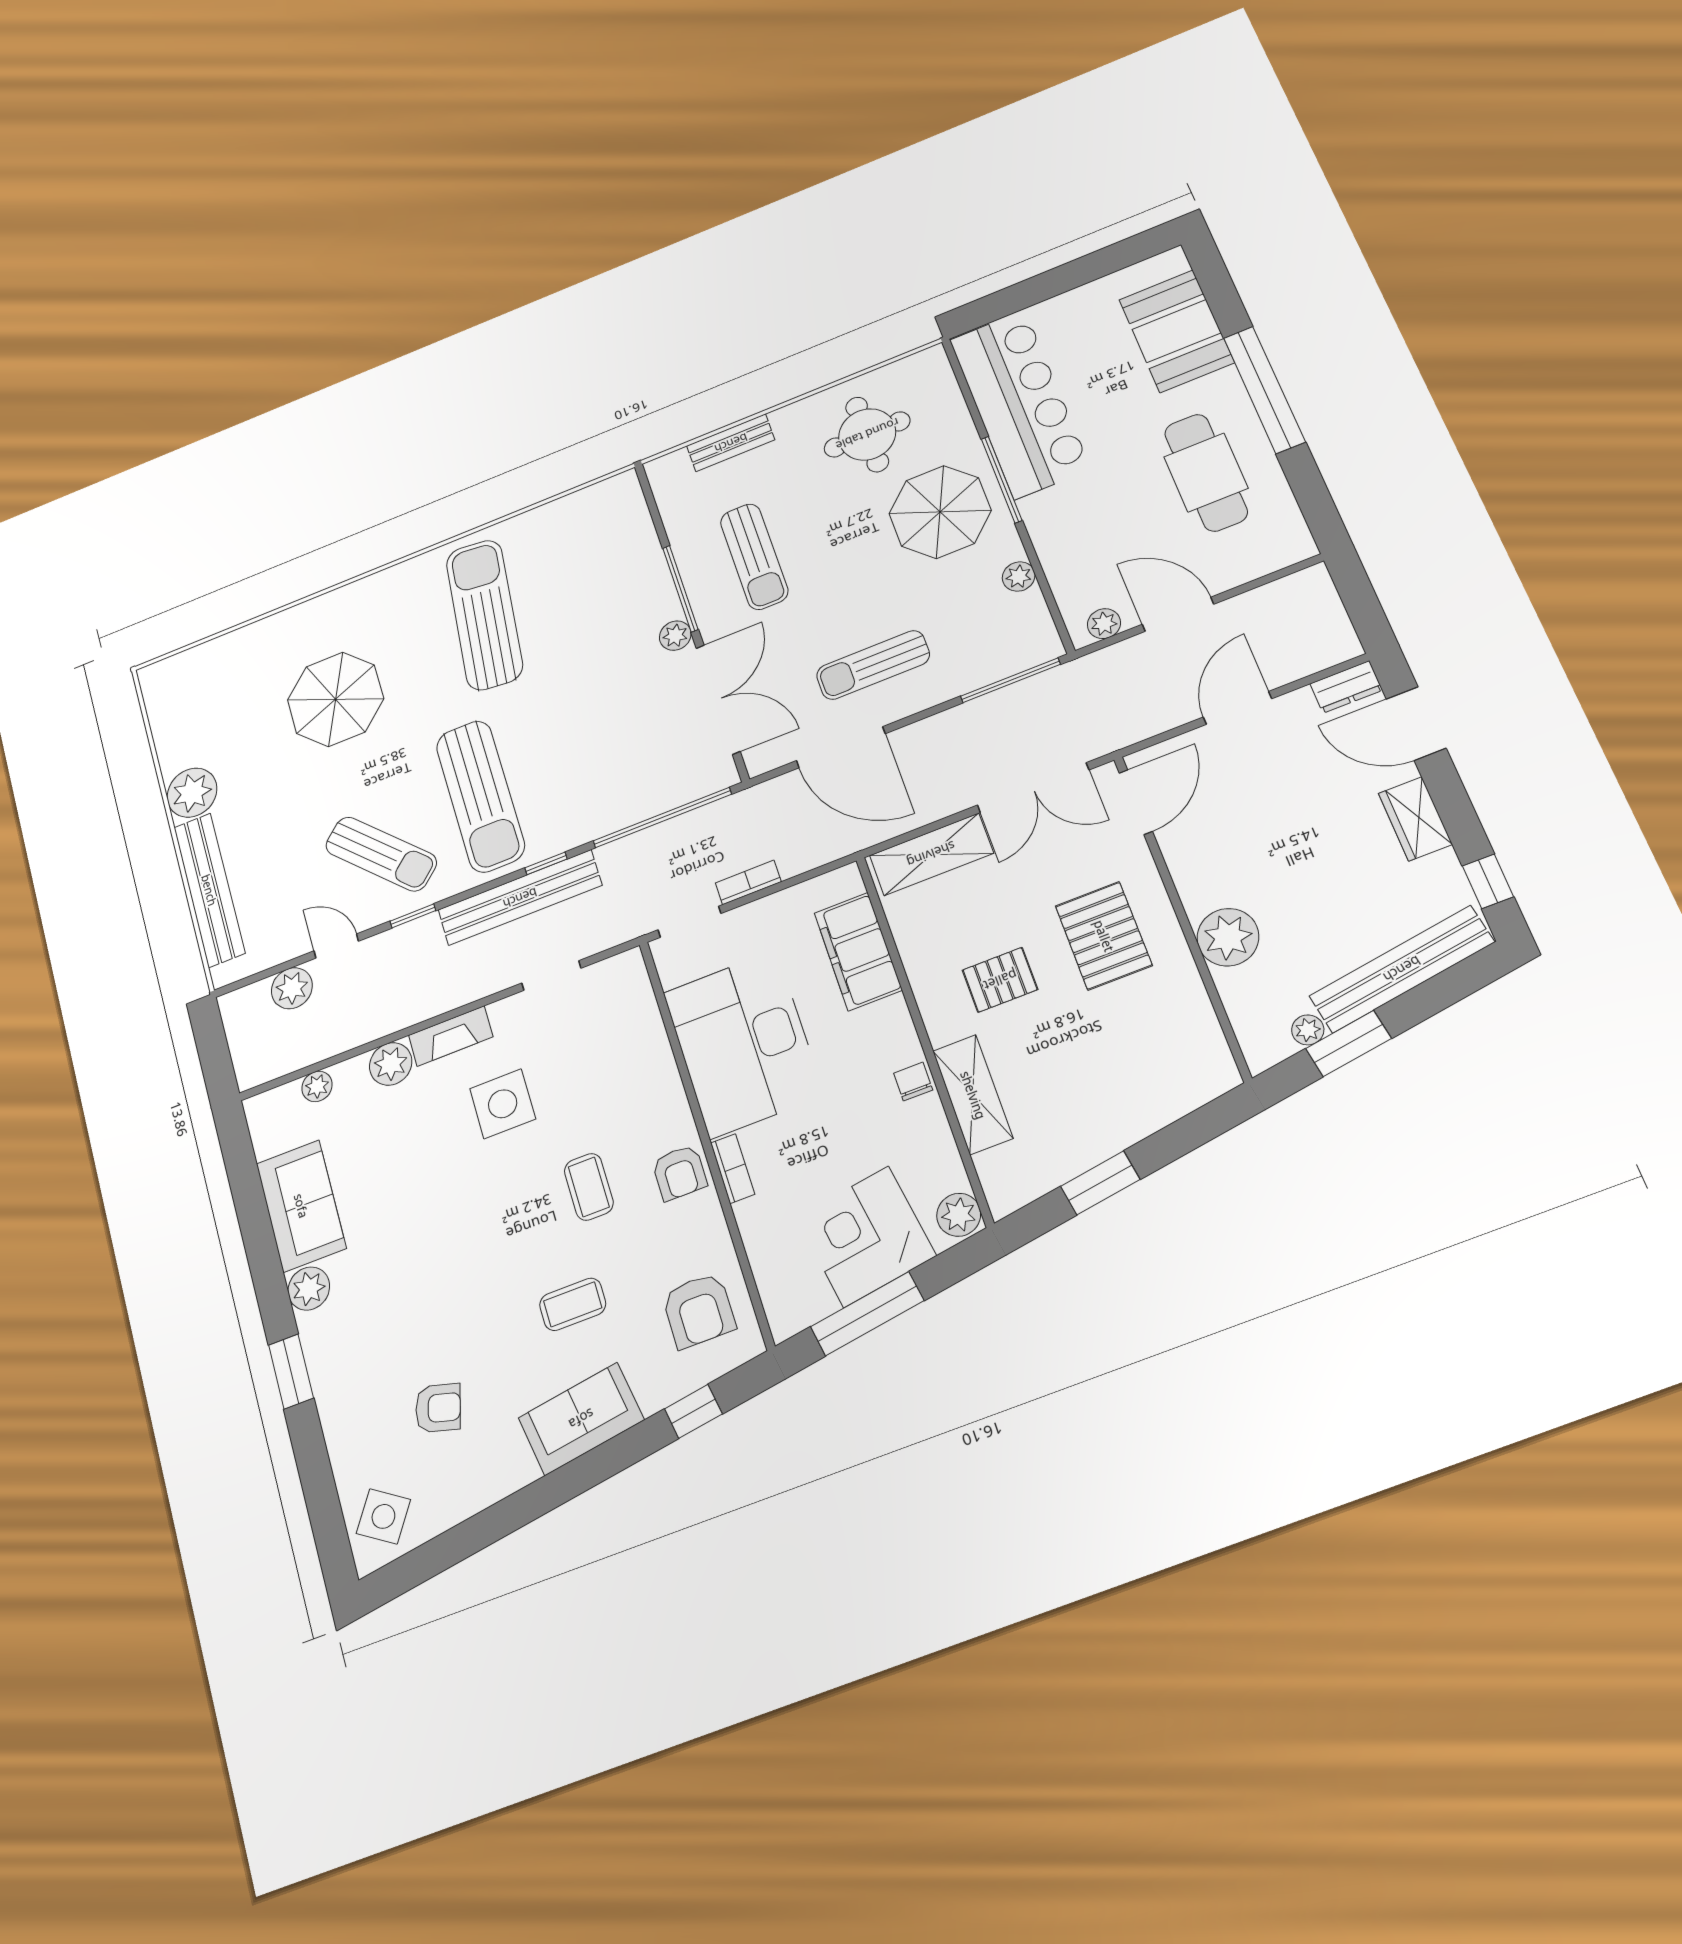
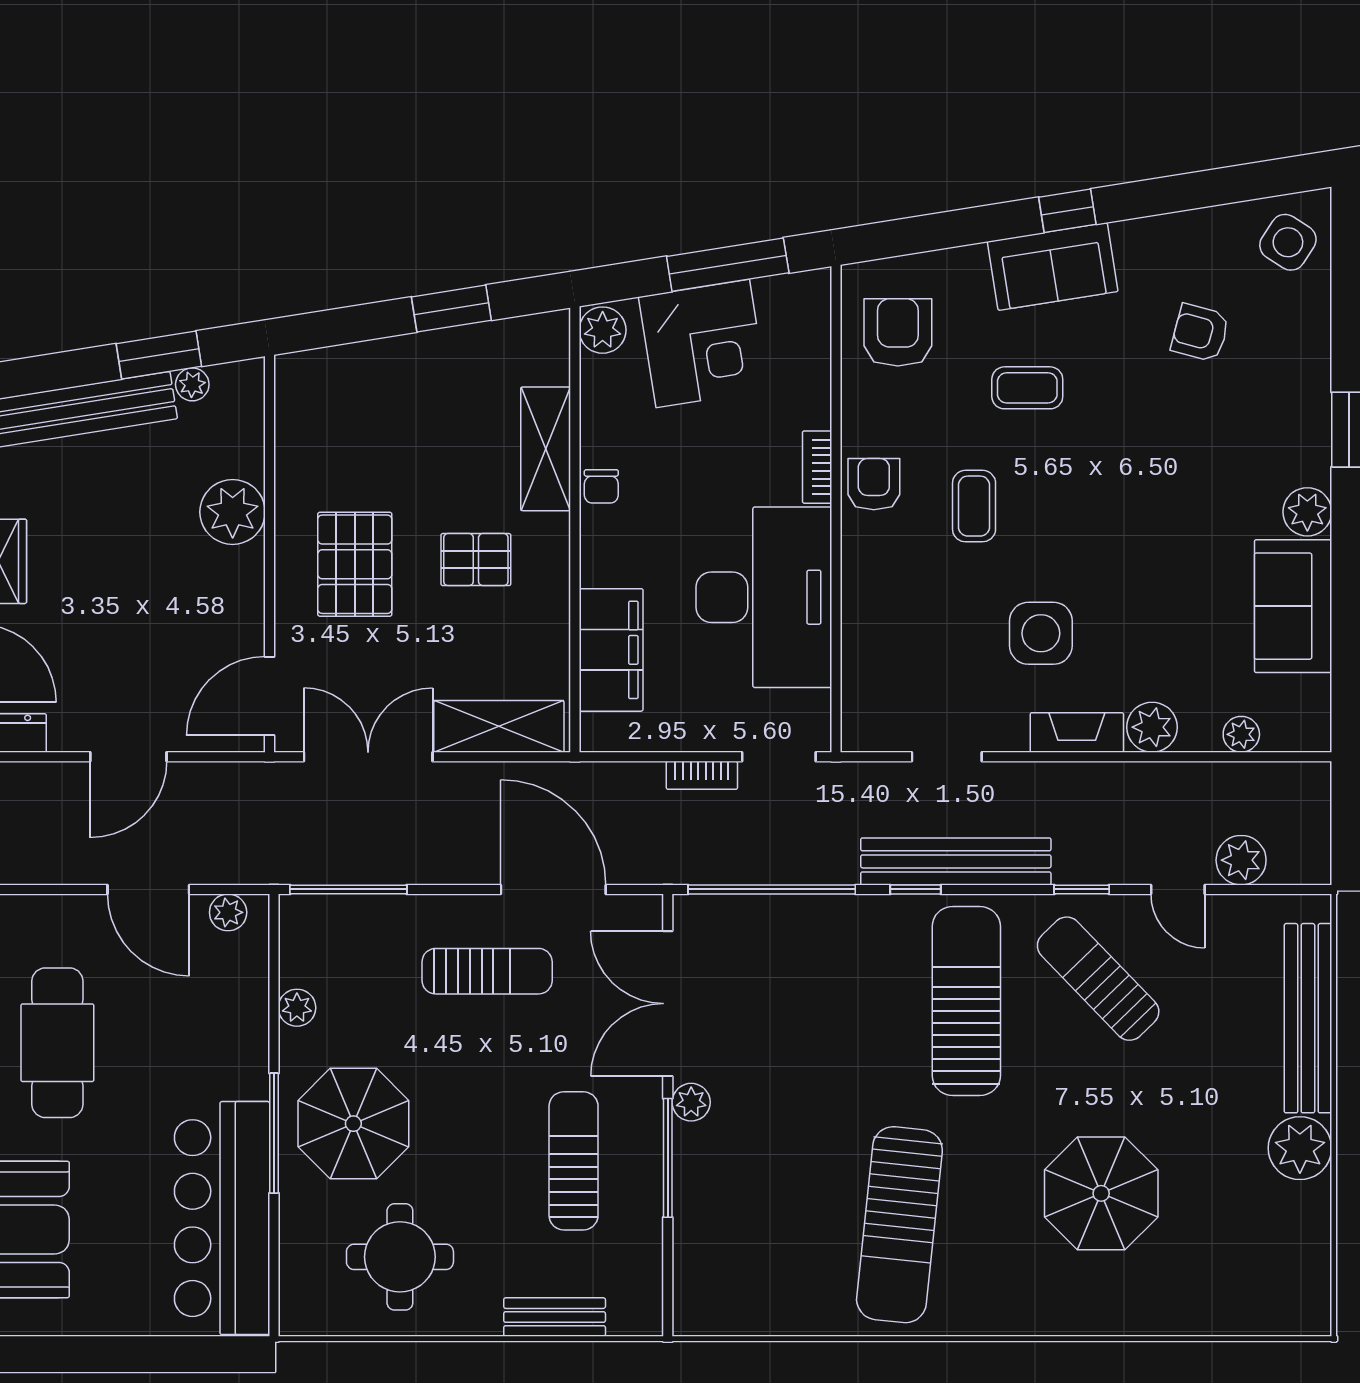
window: (693, 1411) -> (1067, 211), moved

